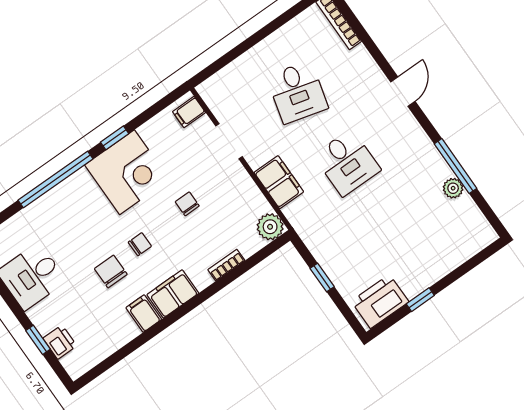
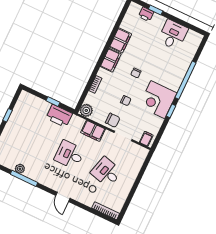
chair: (111, 272) -> (113, 120), moved
printer: (380, 302) -> (59, 116), moved, turned 90
filing cabinet: (144, 314) -> (120, 40), width x2.00

